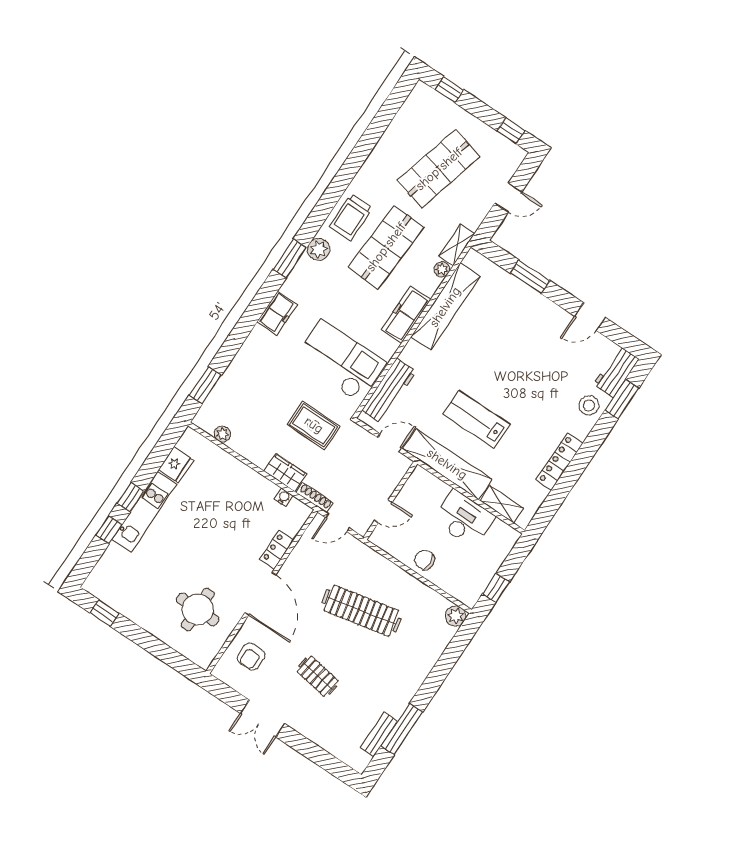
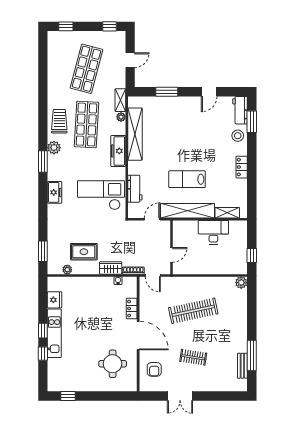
trolley: (351, 217) -> (59, 121), turned 180
workbench: (389, 391) -> (135, 189), width x0.73
rug: (314, 425) -> (84, 252), moved
locker: (559, 462) -> (242, 167), width x0.66
door: (338, 523) -> (153, 275), hinge flipped
chair: (425, 560) -> (208, 265), removed

